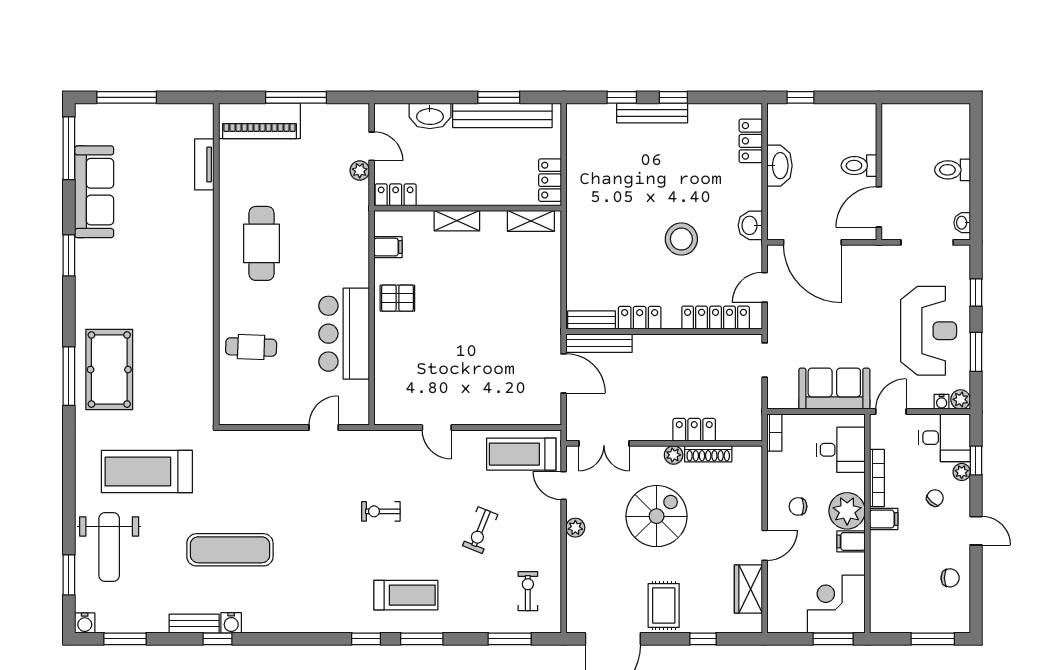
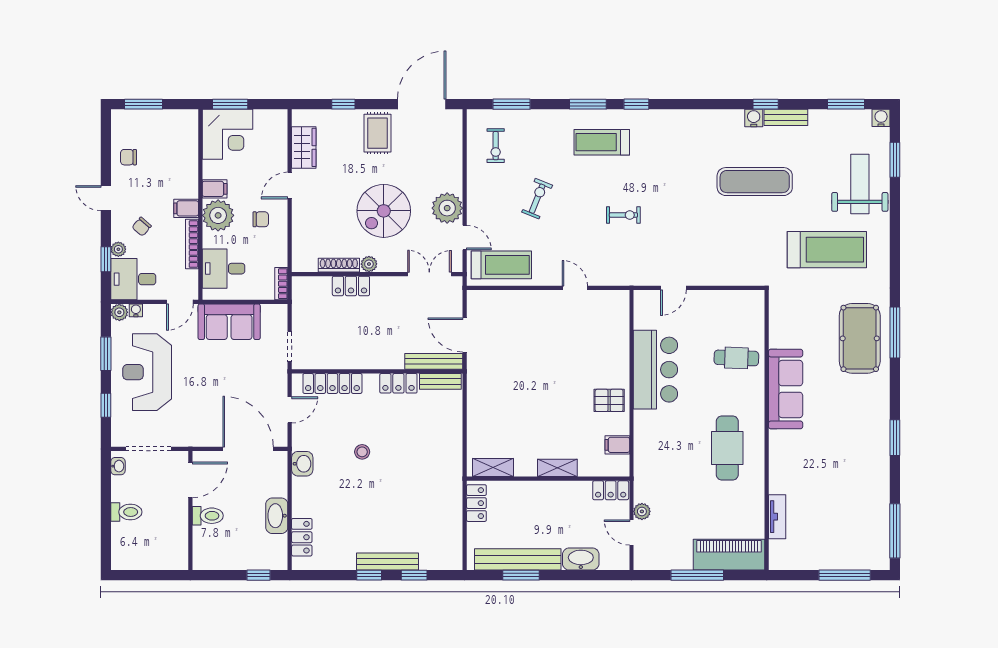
sofa: (94, 192) -> (786, 389), moved, turned 180
stool: (681, 239) -> (362, 452), width x0.53, depth x0.53
plant: (575, 528) -> (447, 208), width x1.88, depth x1.88

